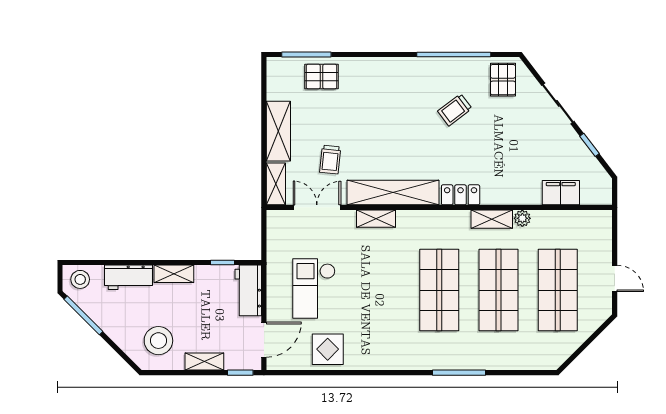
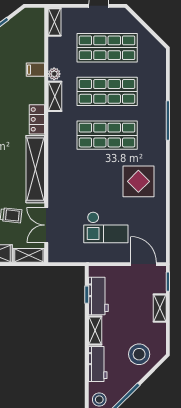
filing cabinet: (561, 193) -> (35, 70), moved, width x0.50
shelving: (376, 219) -> (54, 22), moved
workbench: (248, 290) -> (98, 296), moved, turned -90
stool: (158, 341) -> (139, 354), moved
display table: (328, 349) -> (138, 181), moved, width x1.36, depth x1.36

